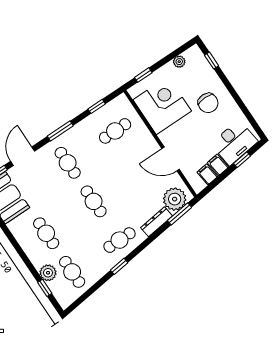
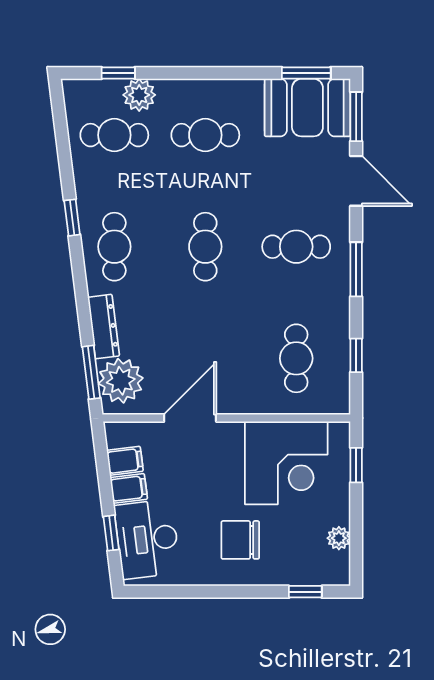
cafe table: (94, 201) -> (205, 247), turned 90

